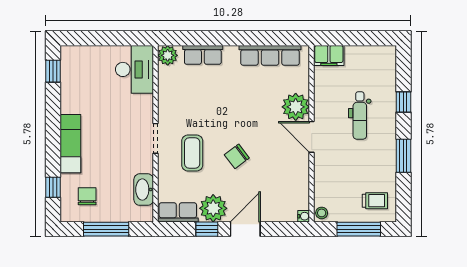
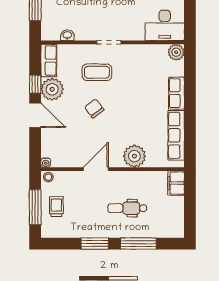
row of seats: (203, 55) -> (177, 93), moved
window: (403, 102) -> (138, 244), width x2.17
door: (312, 137) -> (96, 169), moved
washbasin: (144, 190) -> (67, 35), width x0.52, depth x0.69
trolley: (375, 201) -> (56, 206), moved, turned 180

